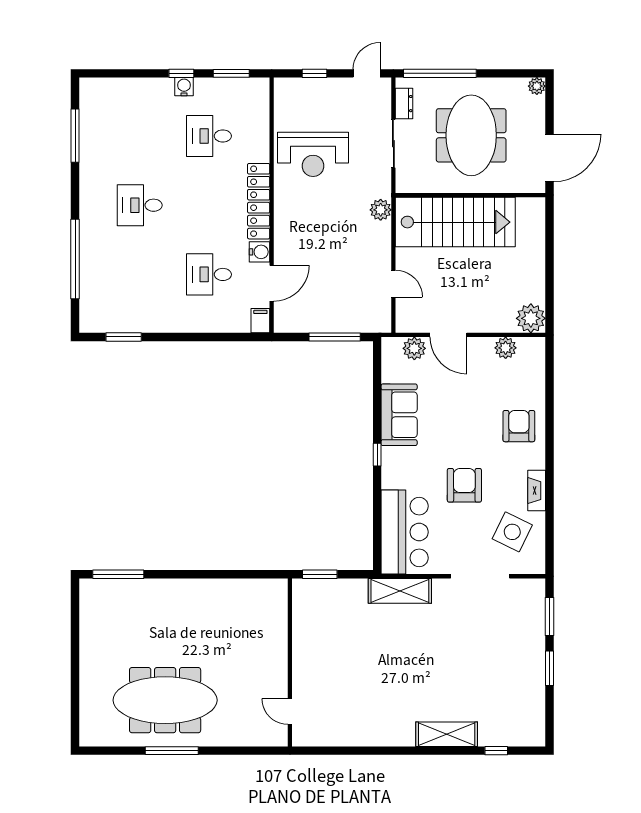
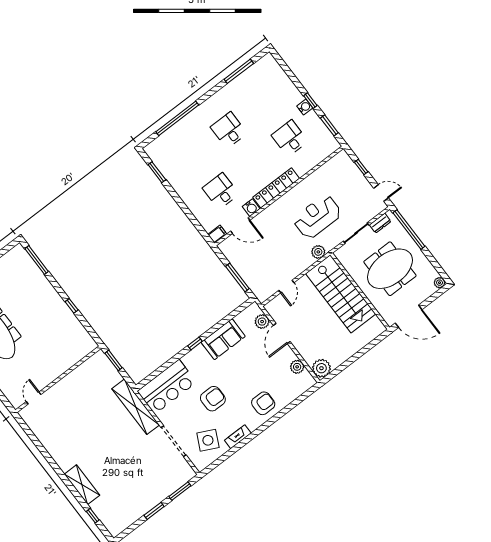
reception desk: (313, 154) -> (317, 217), moved, turned 90
window: (210, 574) -> (72, 306), added
shelving: (400, 591) -> (136, 407), width x1.47

